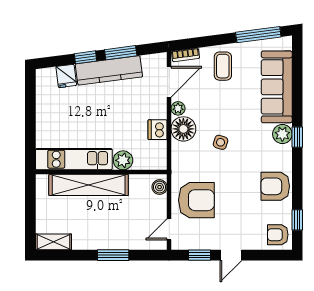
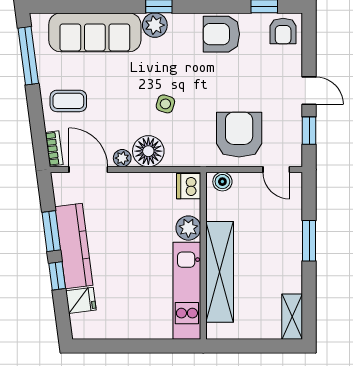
dishwasher: (158, 130) -> (189, 186), moved, turned 90
armchair: (275, 186) -> (221, 34), turned 90

